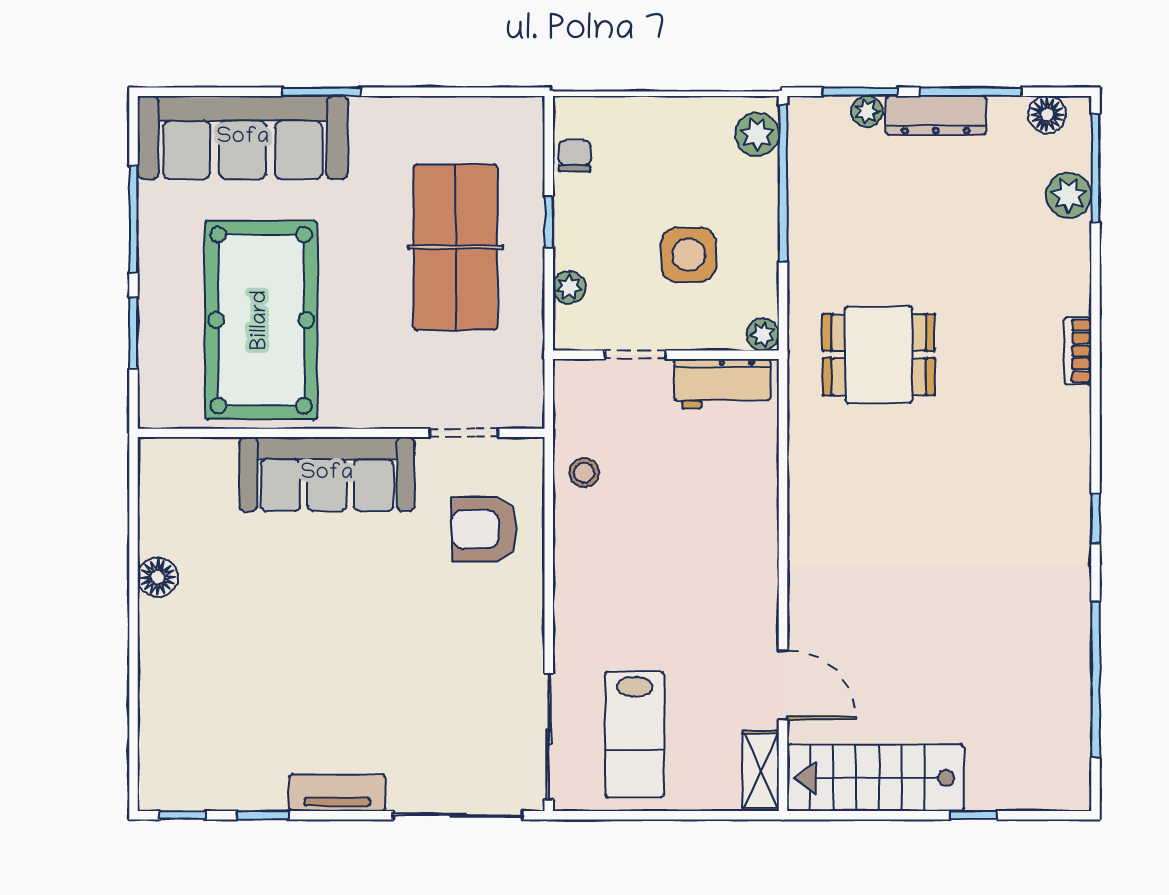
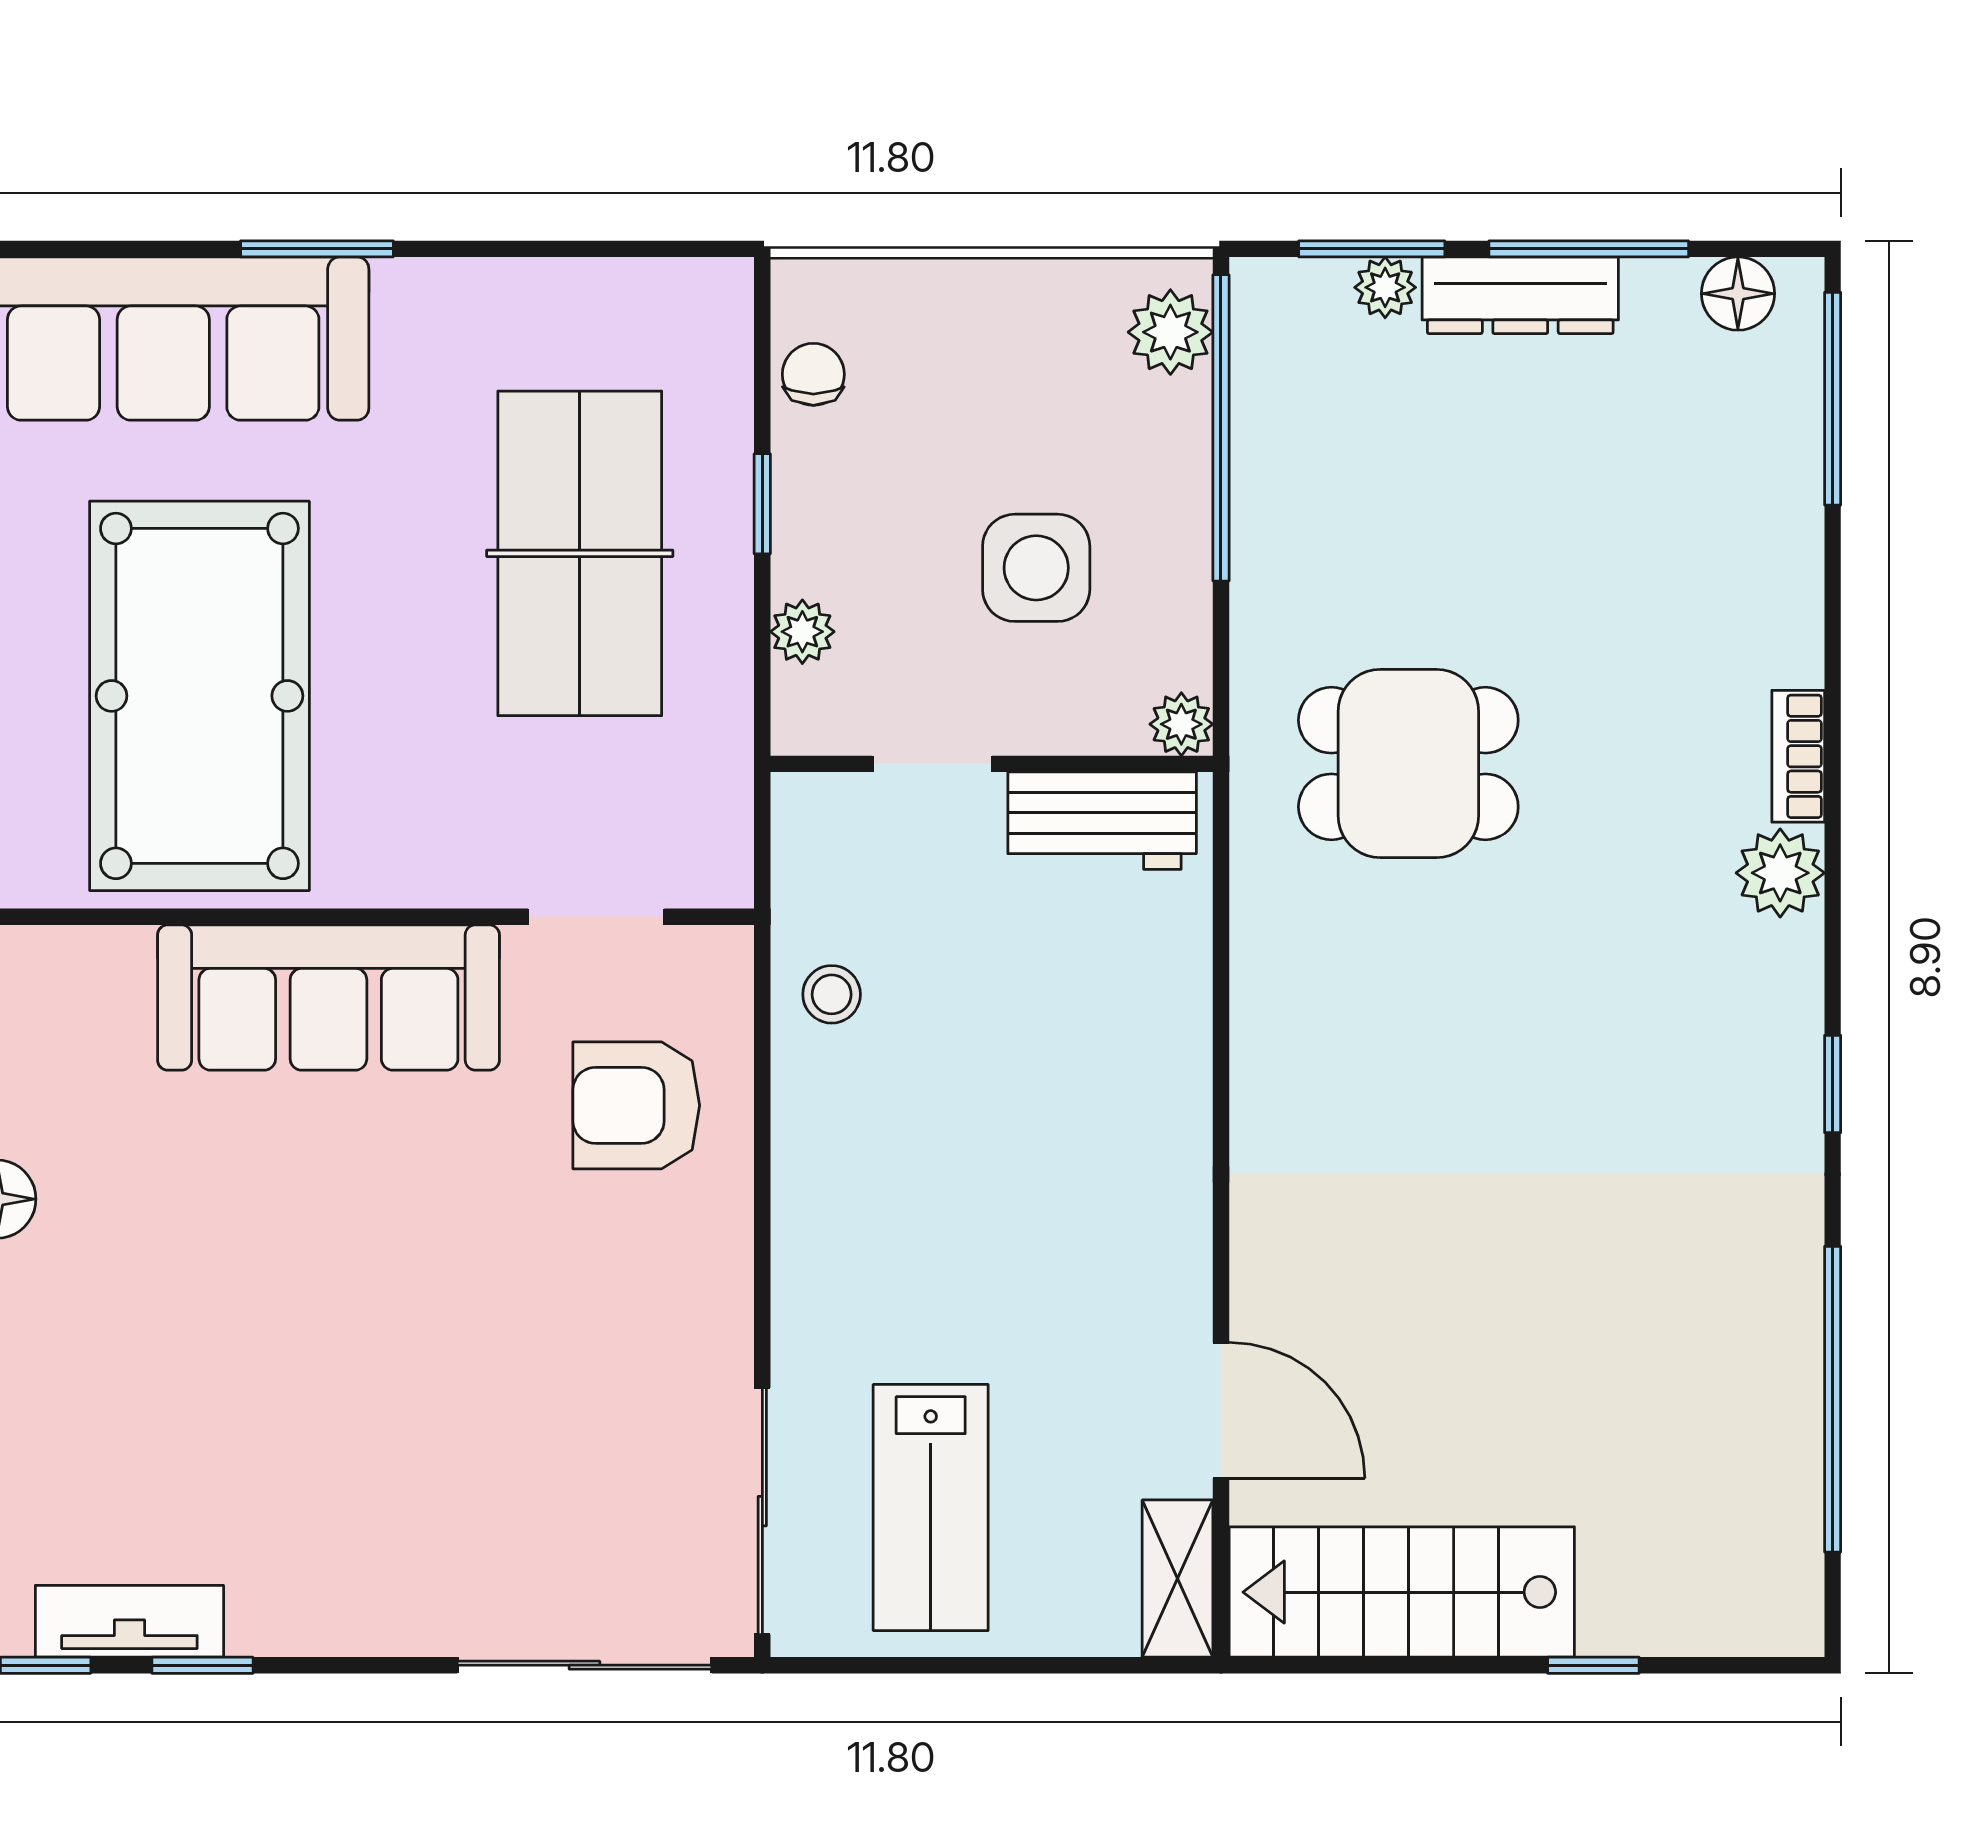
plant: (1069, 195) -> (1780, 873), moved
tv unit: (337, 793) -> (129, 1621), moved

